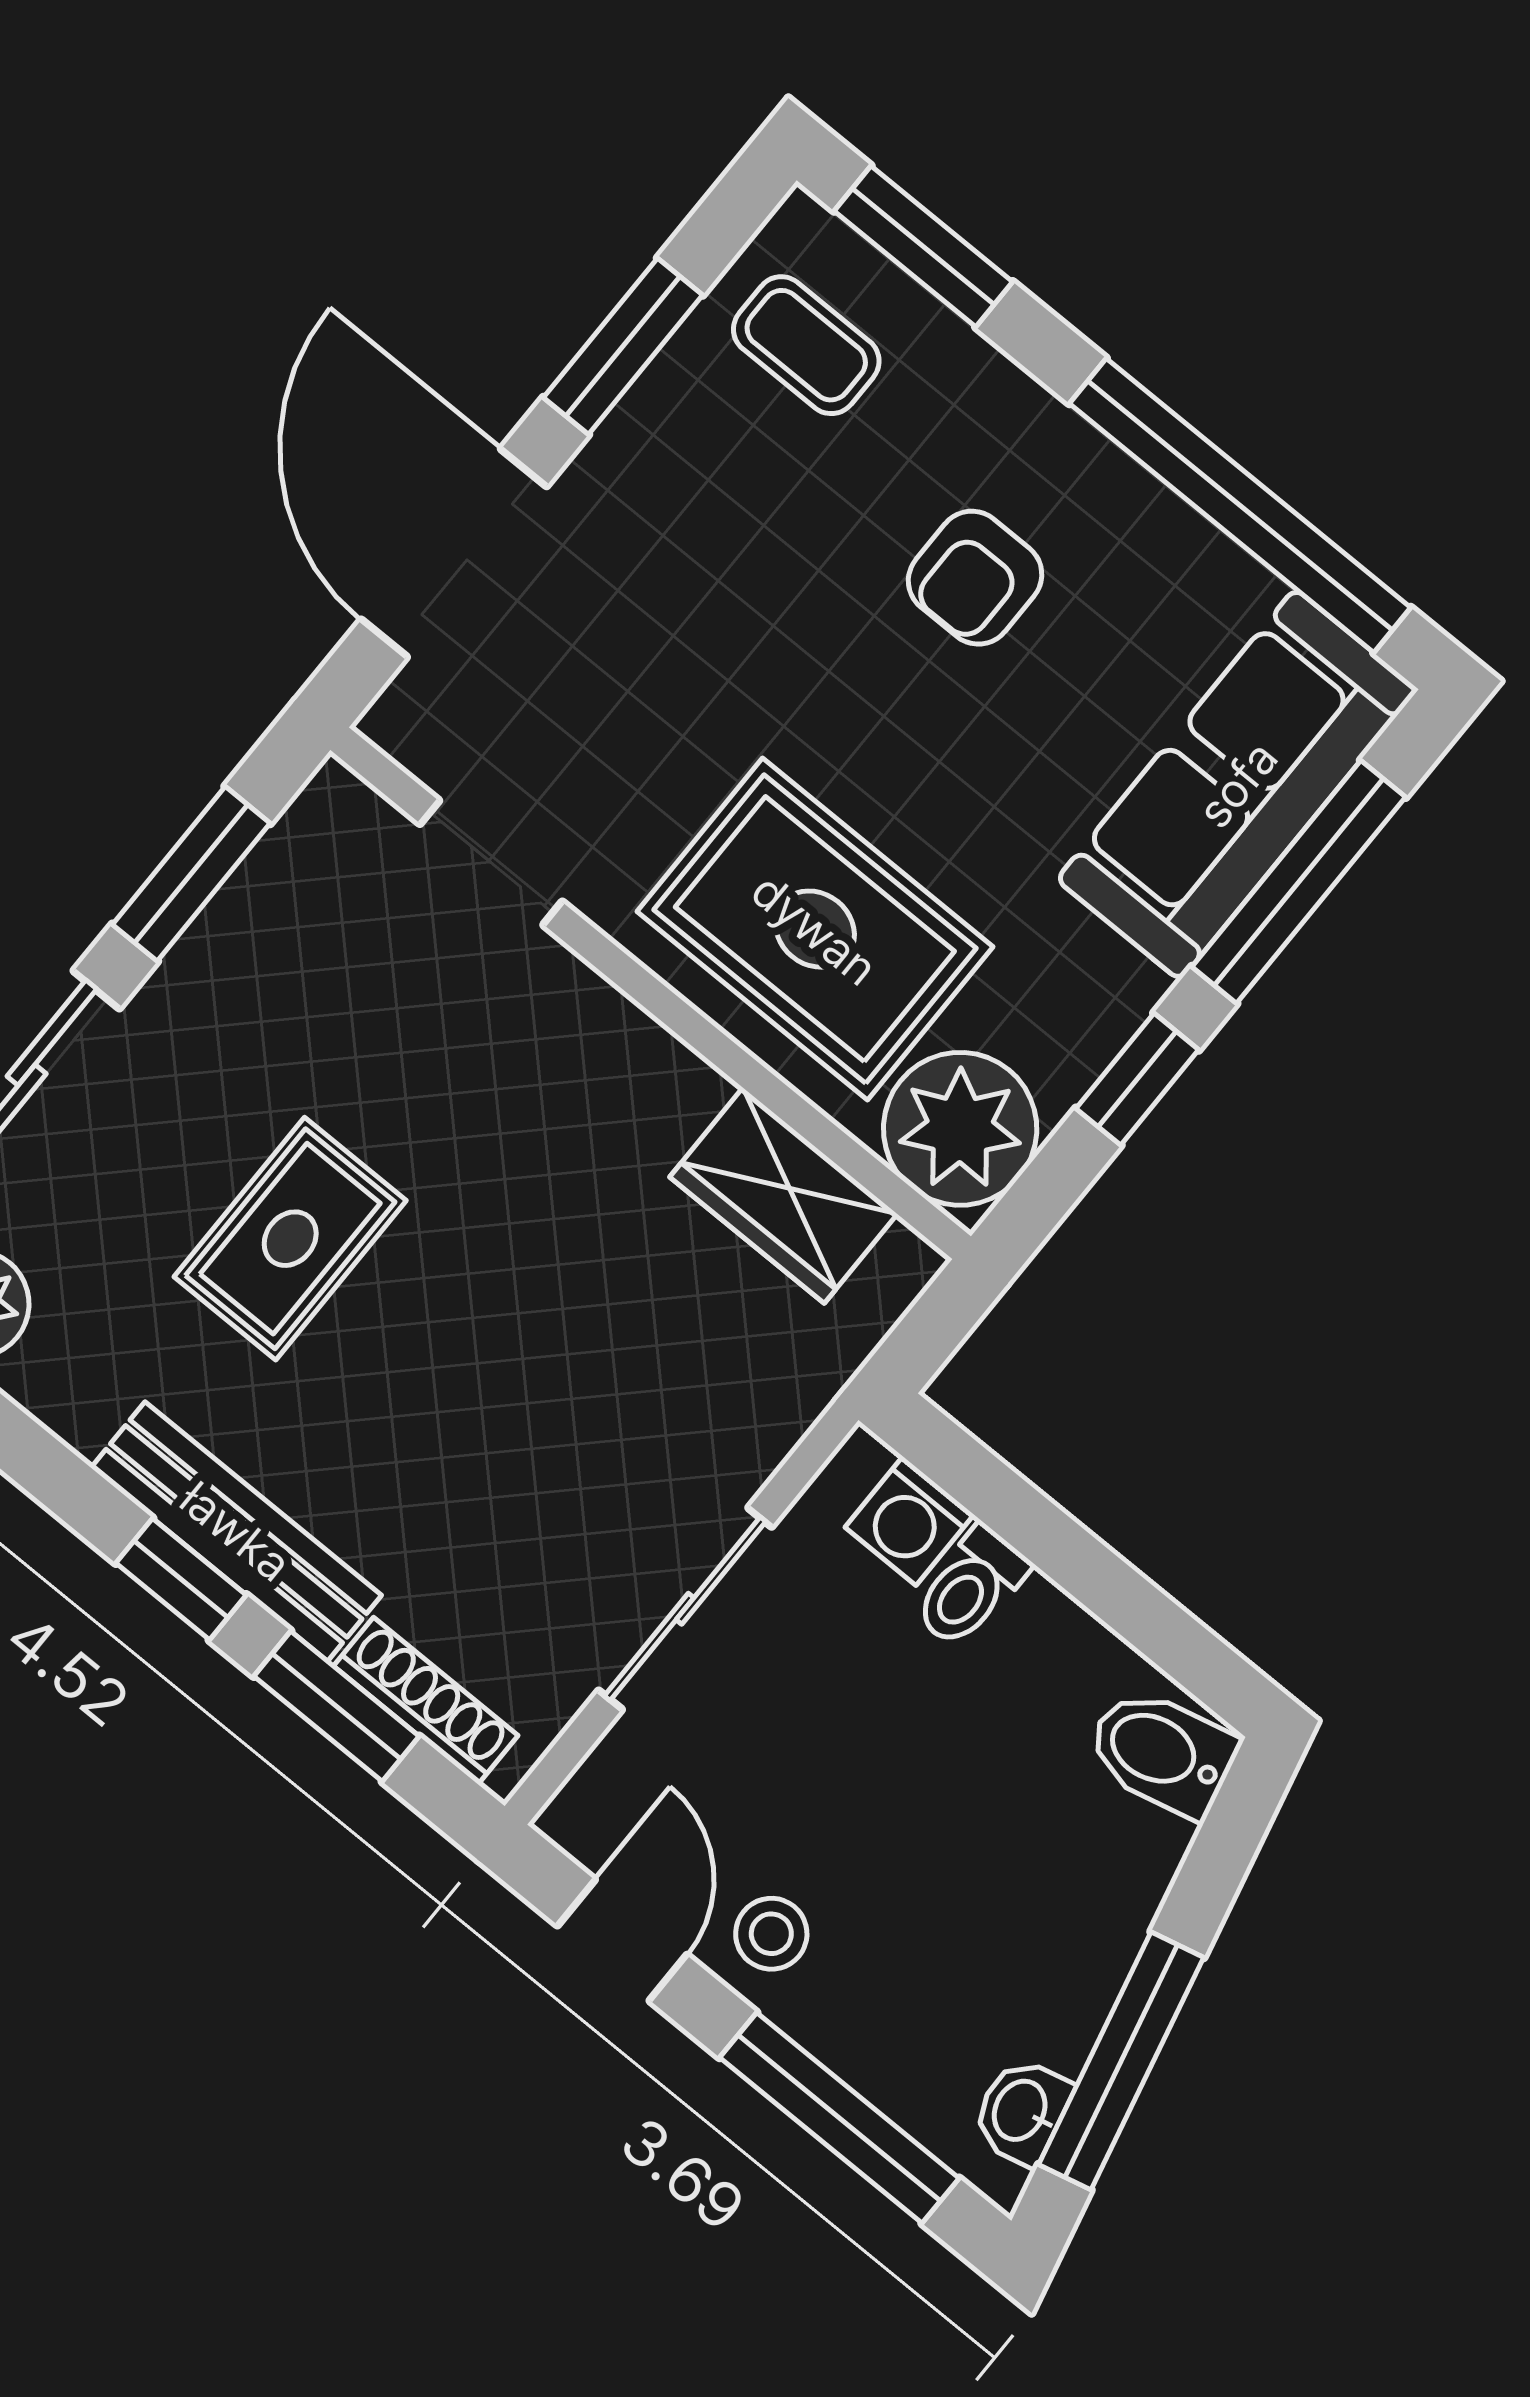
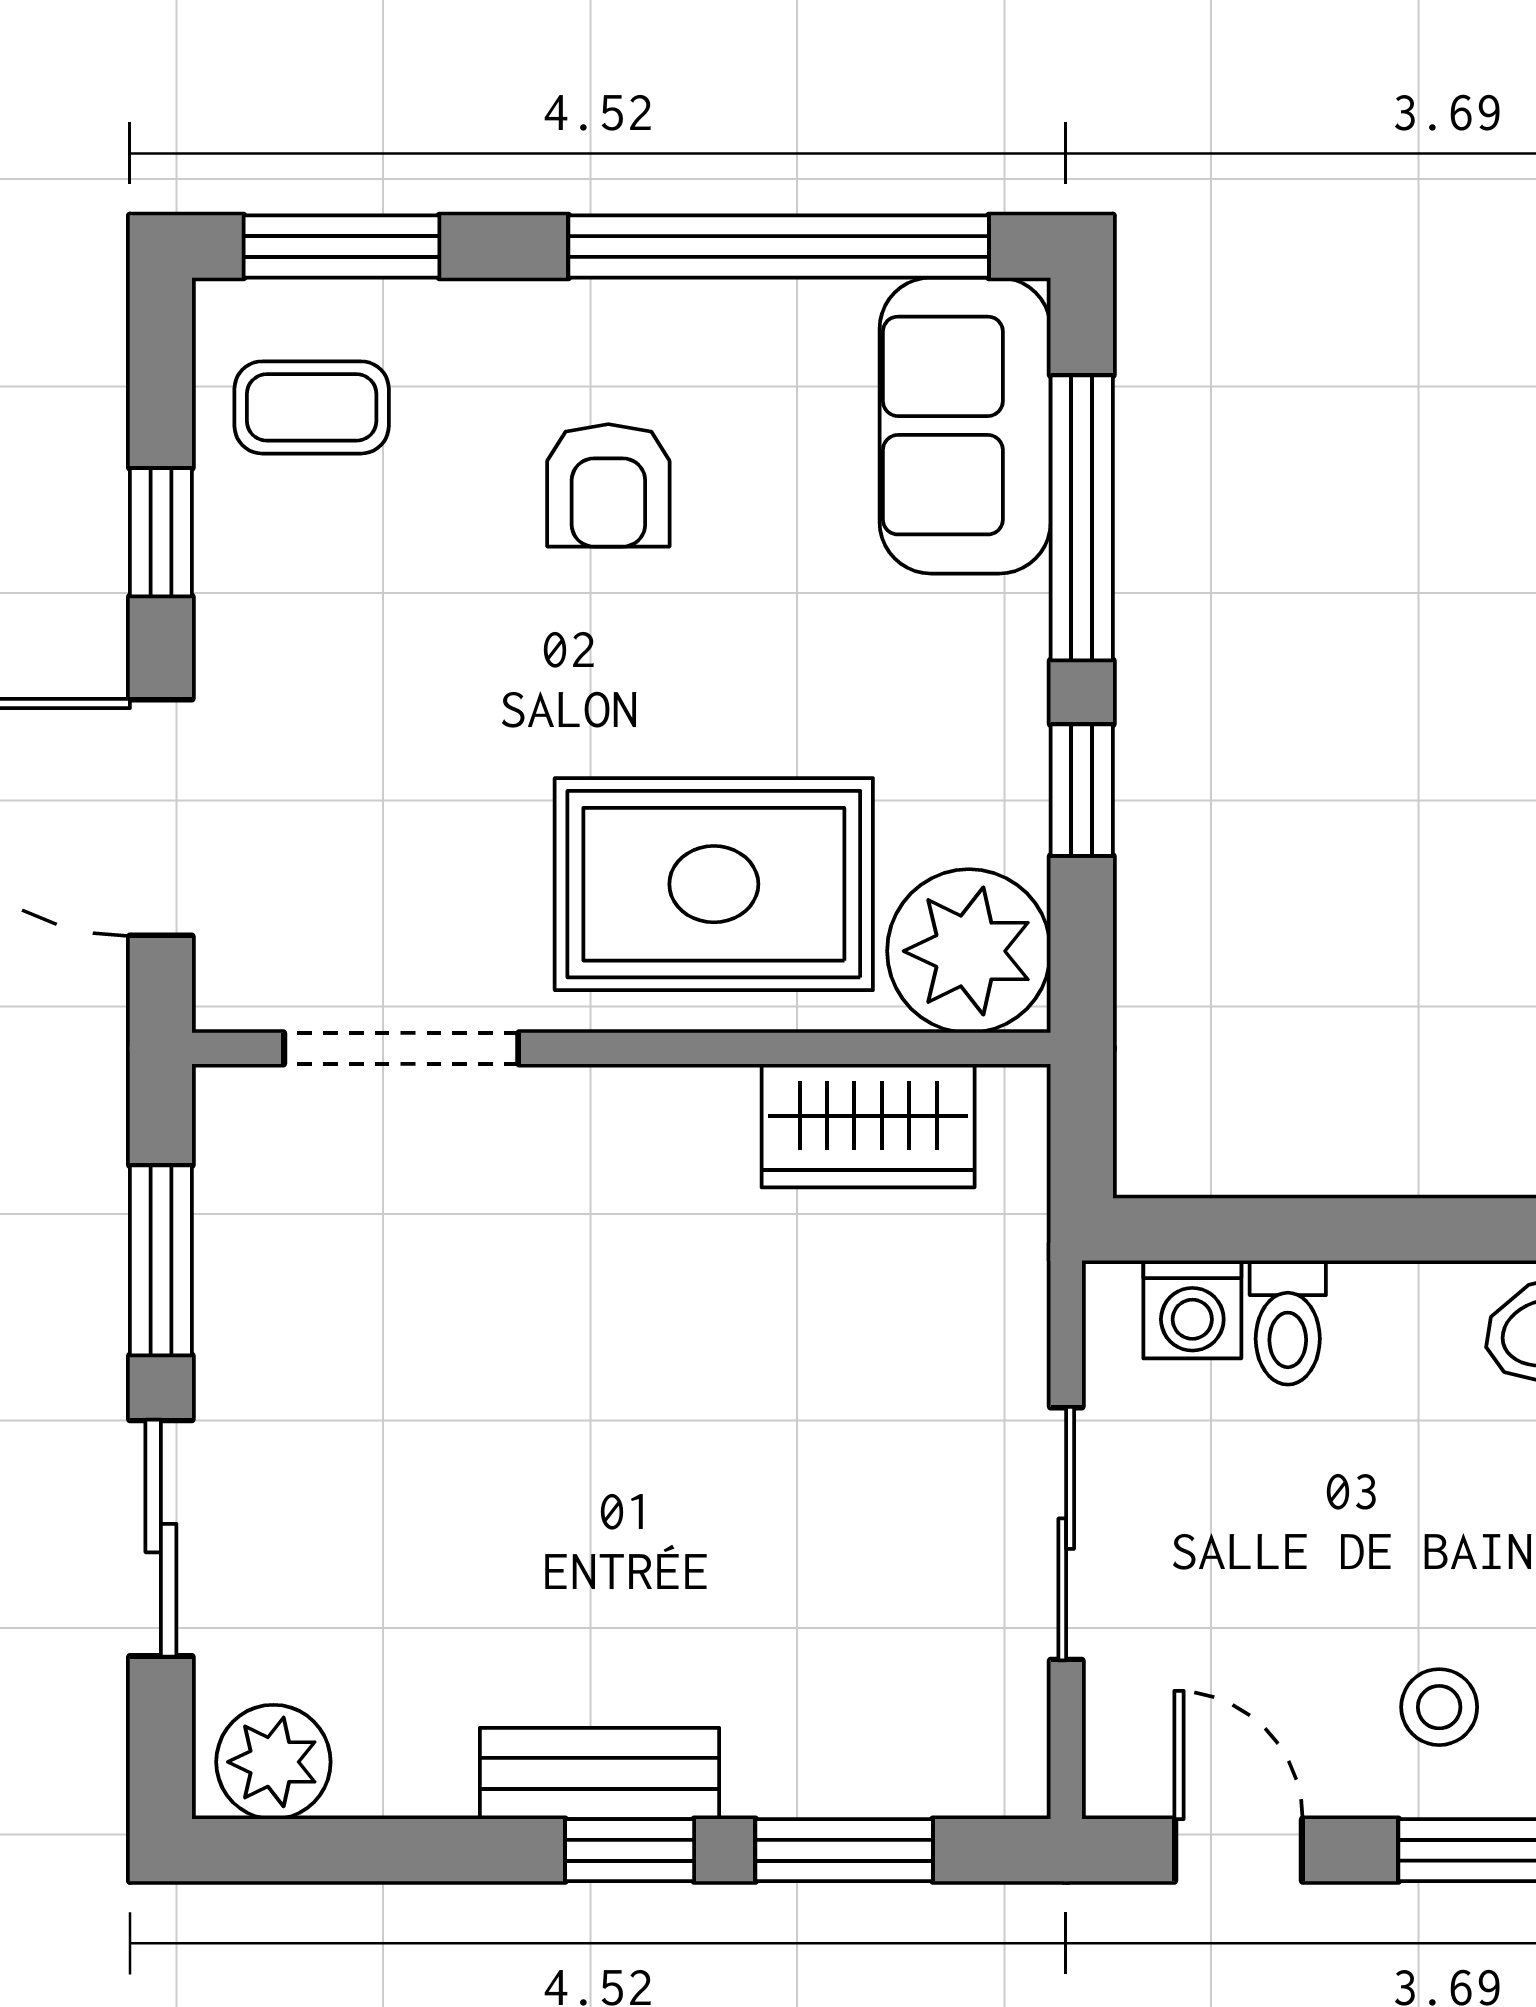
window: (623, 346) -> (161, 532), width x0.67
sofa: (1237, 784) -> (965, 426), width x0.73
doorway: (491, 863) -> (401, 1048), width x1.38
rug: (290, 1239) -> (490, 1495), removed
bench: (236, 1531) -> (600, 1773), width x0.73
shoe rack: (426, 1701) -> (914, 1785), removed
stool: (771, 1934) -> (1439, 1707), moved

